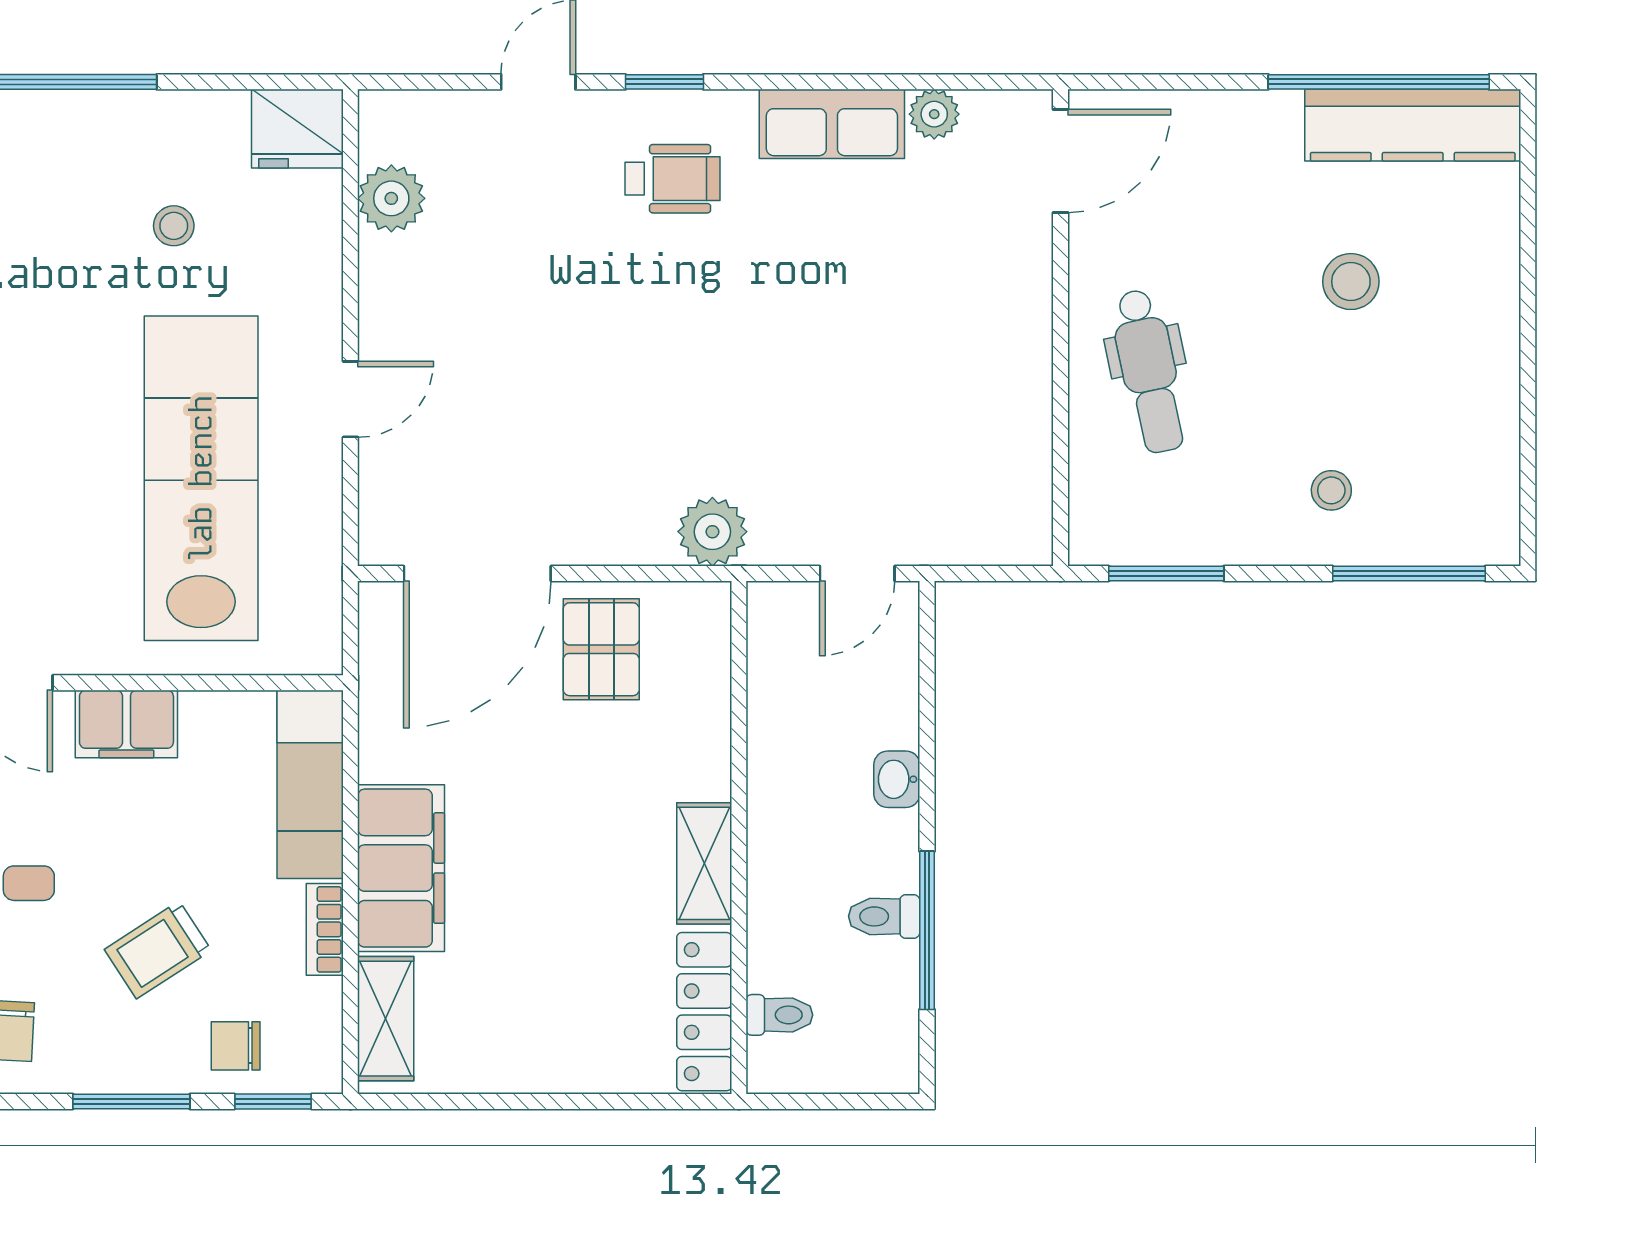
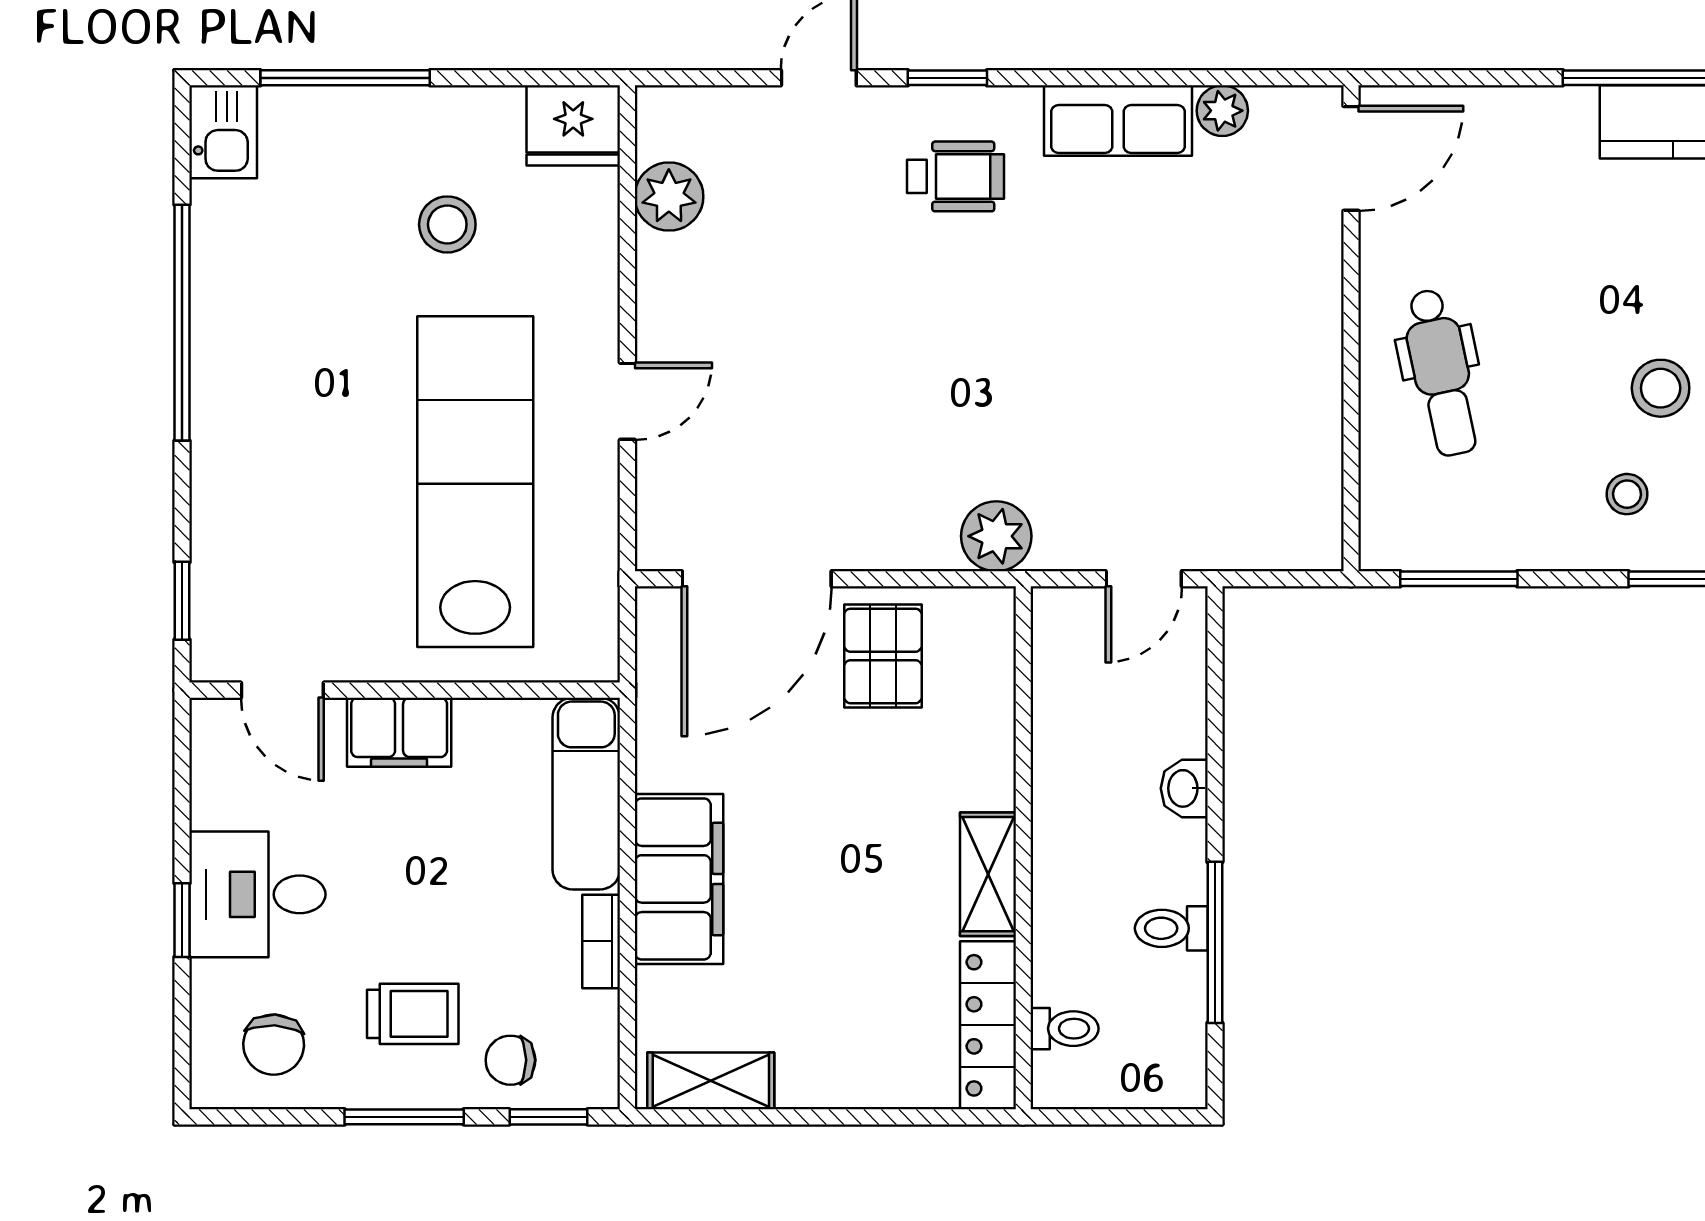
stool: (174, 226) -> (447, 224), width x1.37, depth x1.37
stool: (1351, 282) -> (1661, 388), moved
trolley: (158, 950) -> (413, 1014), moved, turned -147
shelving: (386, 1019) -> (711, 1081), moved, turned 90

